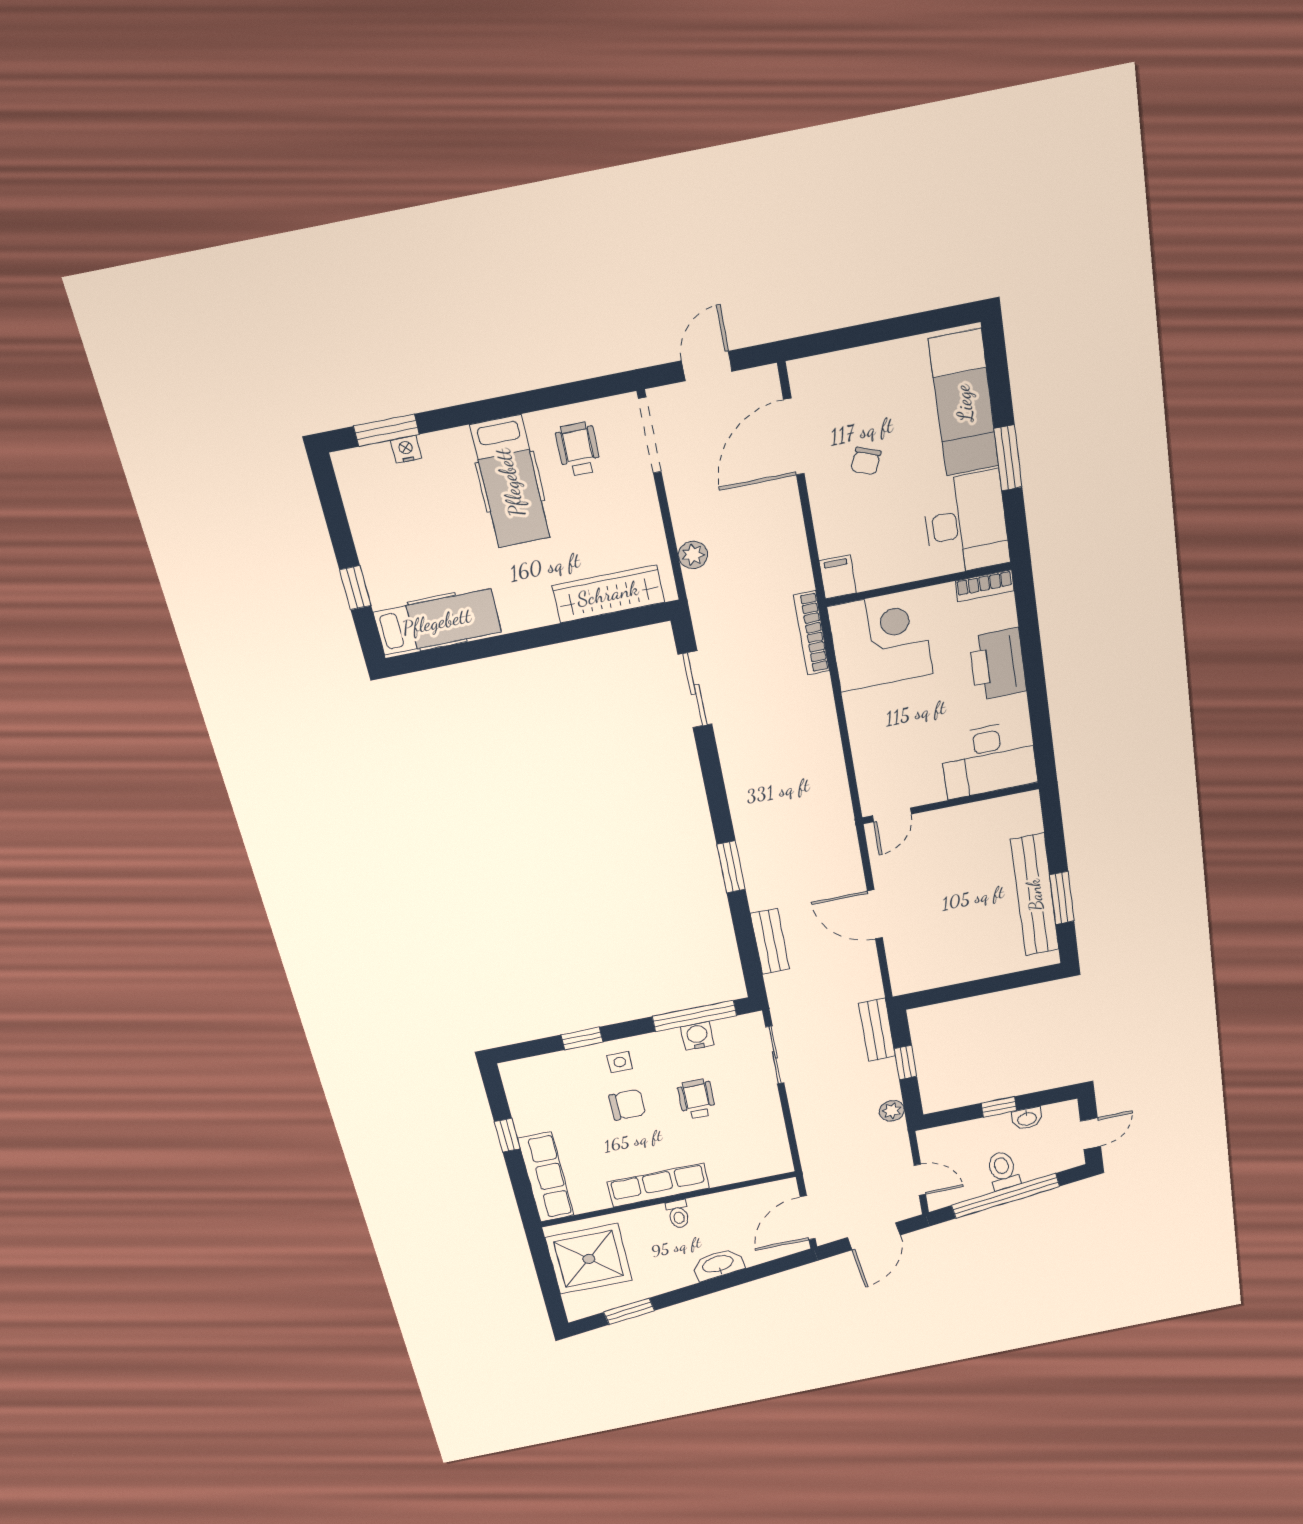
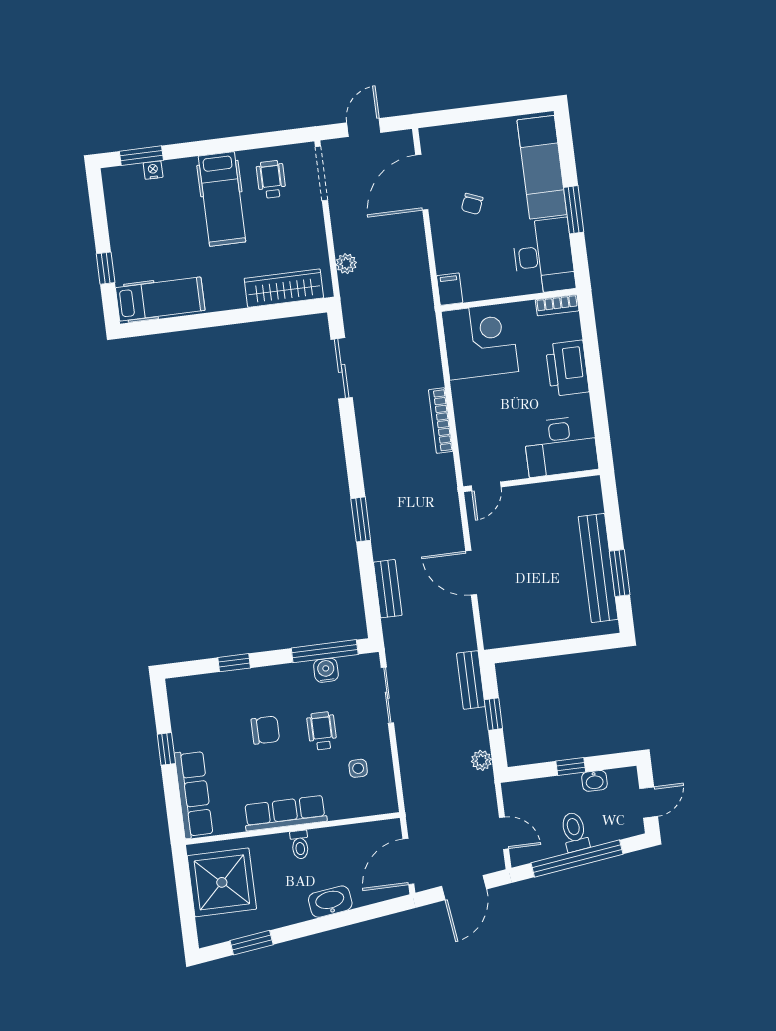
bookcase: (812, 633) -> (441, 421), moved
side table: (620, 1062) -> (358, 768), moved

